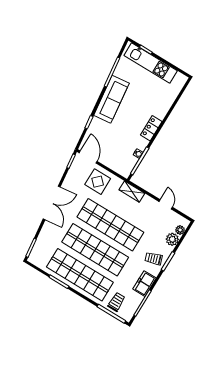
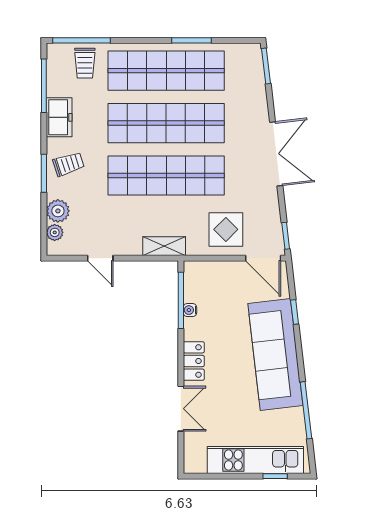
sofa: (111, 99) -> (275, 355), width x1.36, depth x1.27
double door: (171, 109) -> (181, 409), added
double door: (52, 203) -> (276, 154), swing flipped

